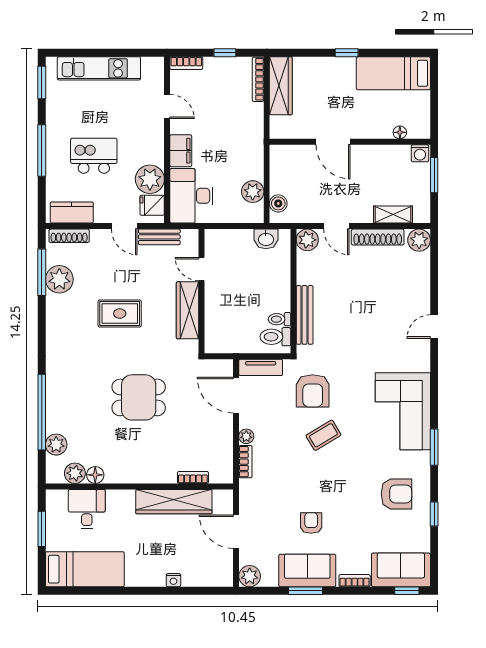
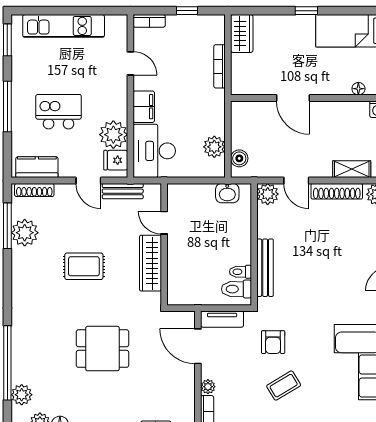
bookcase: (258, 79) -> (220, 66), moved
wardrobe: (281, 86) -> (242, 33), width x0.67
armchair: (313, 391) -> (273, 342), width x0.72, depth x0.72

